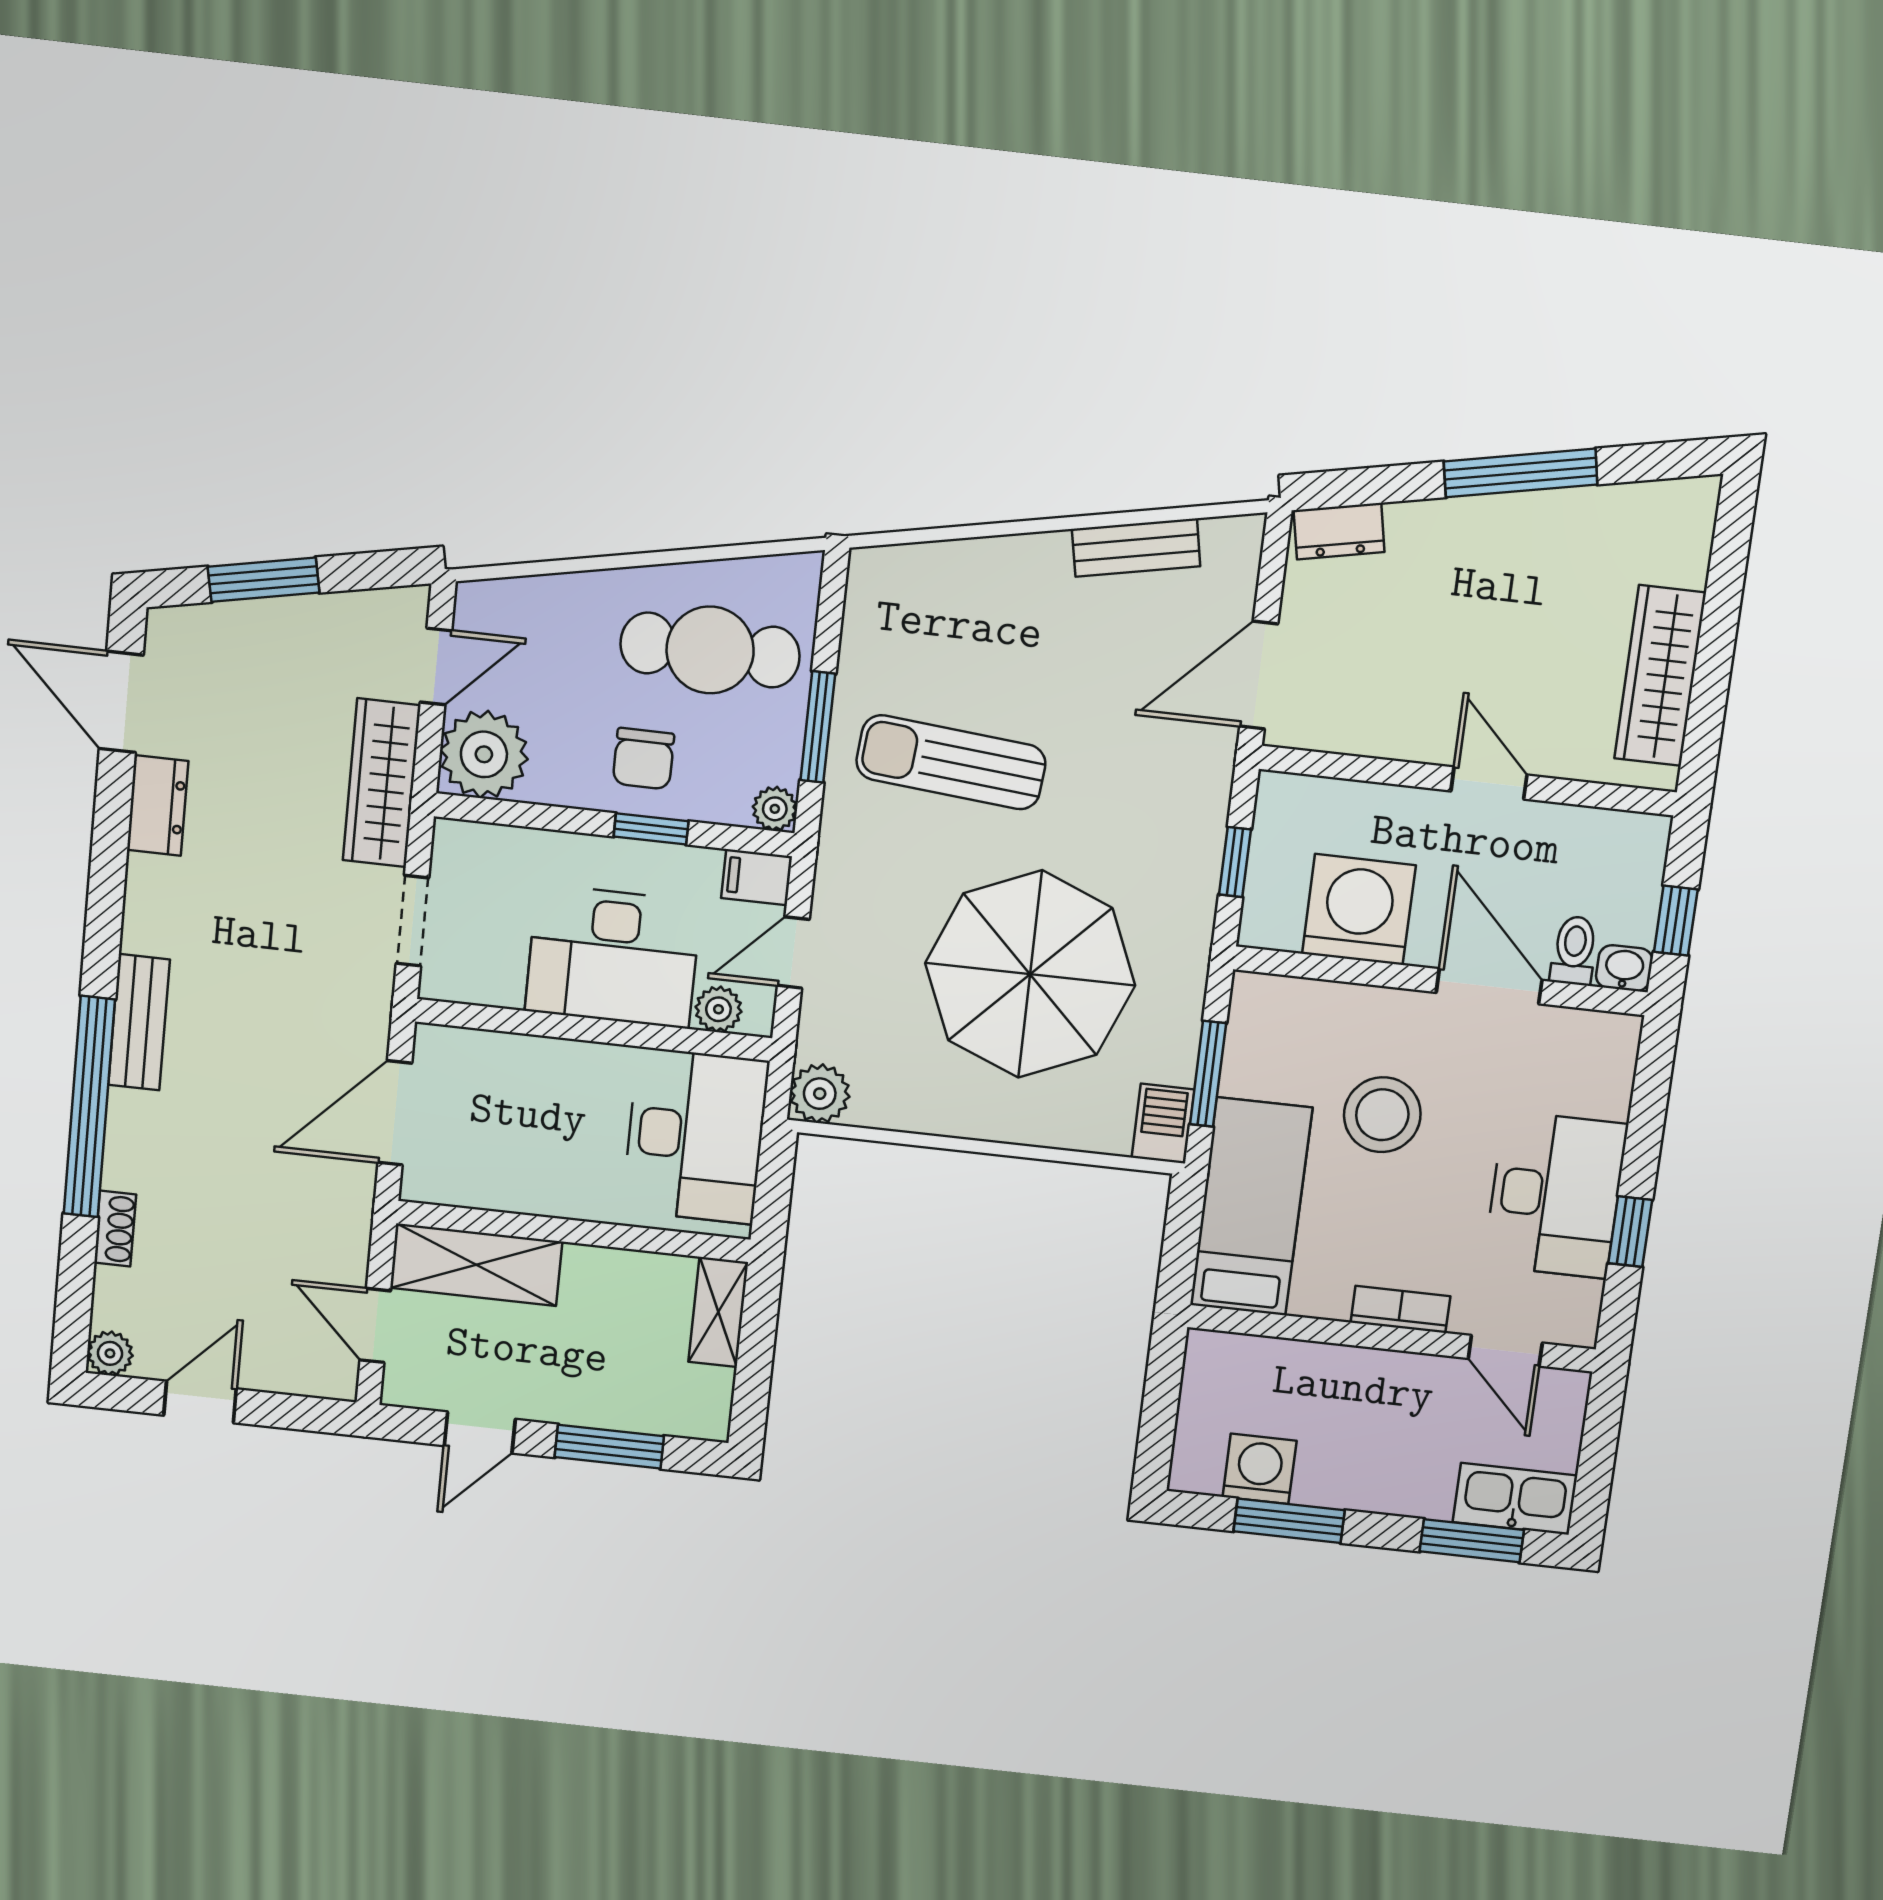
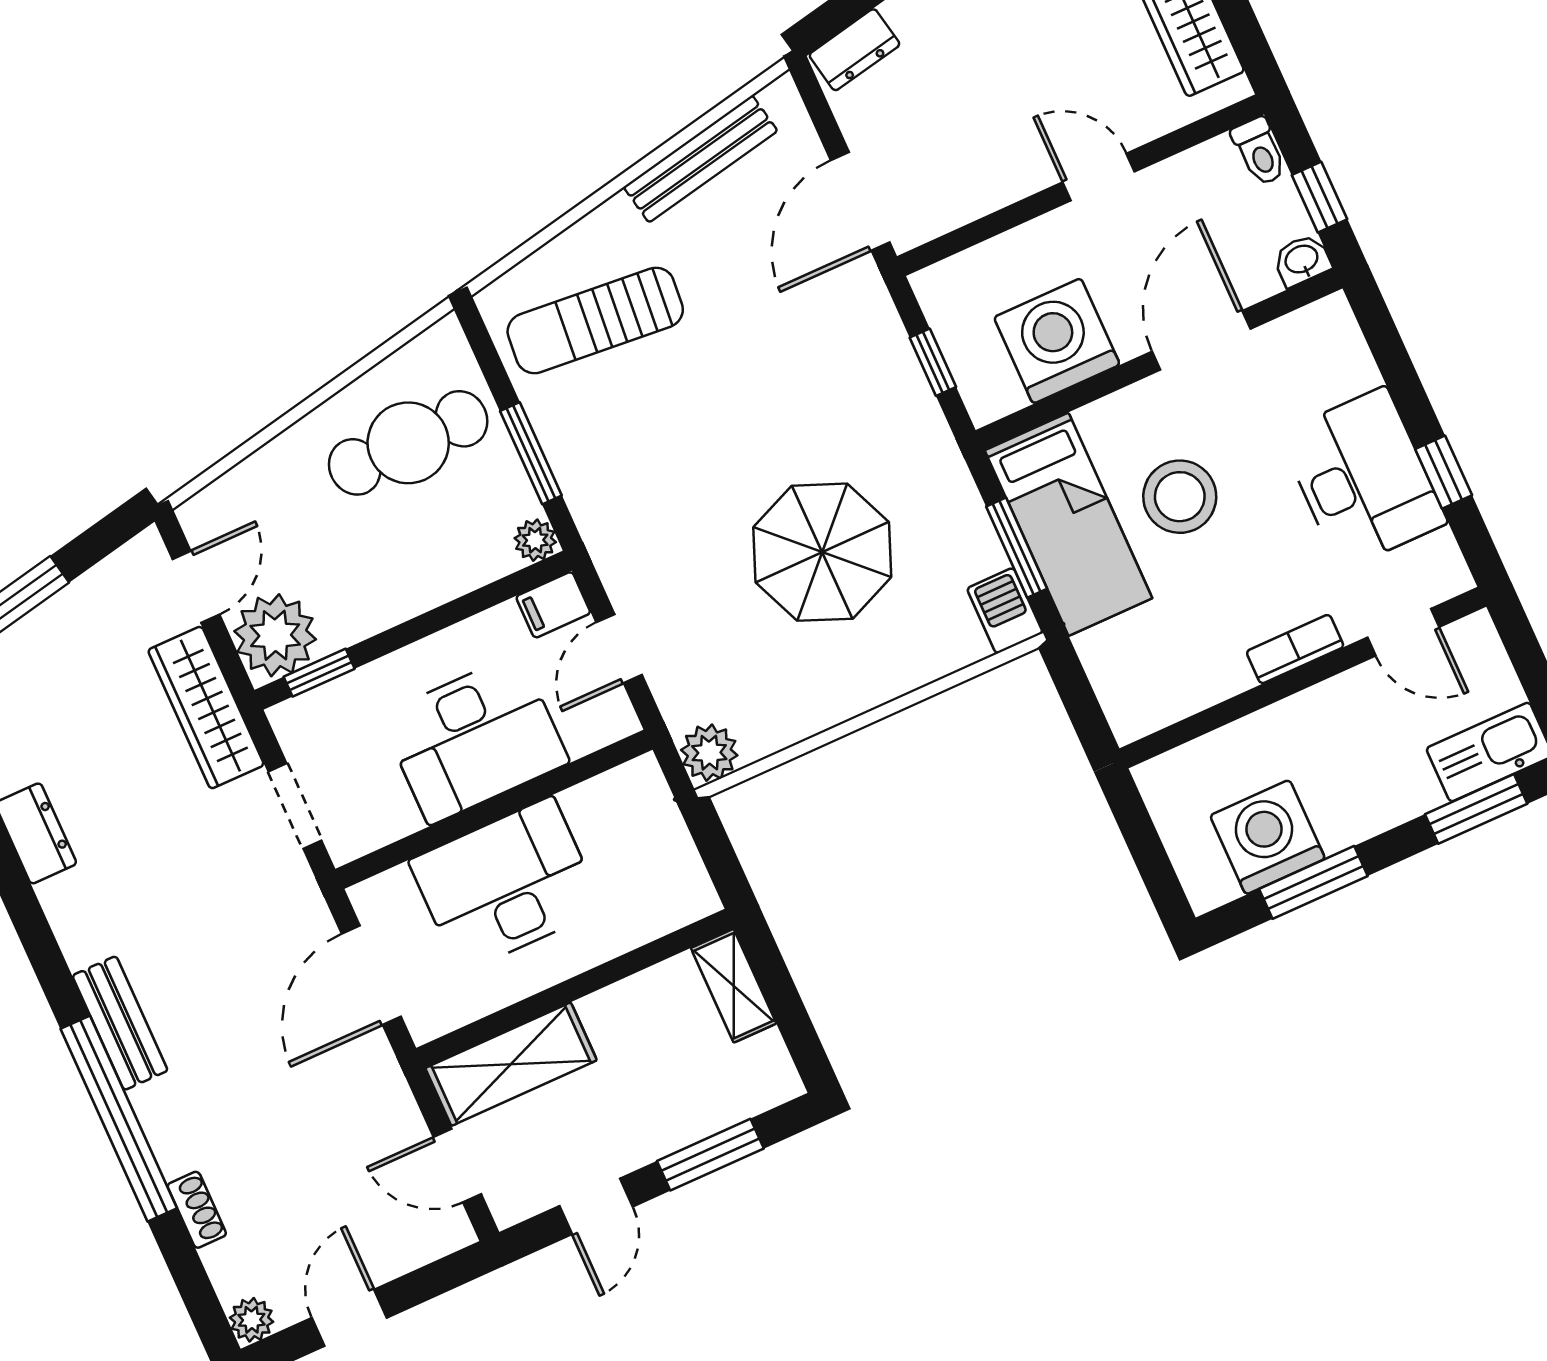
bench: (1136, 548) -> (700, 159), width x1.36
chair: (643, 759) -> (406, 562), removed
sun lounger: (951, 762) -> (595, 320), moved
window: (651, 829) -> (319, 673), moved
toilet: (1574, 950) -> (1259, 151), moved, turned 180
parasol: (1030, 974) -> (822, 552), width x0.73, depth x0.73
door: (1489, 986) -> (1201, 340), hinge flipped
plant: (718, 1009) -> (586, 732), removed
desk: (695, 1136) -> (506, 885), moved, turned -90
bed: (1251, 1207) -> (1068, 524), moved, turned 180
washing machine: (1260, 1469) -> (1268, 837), width x1.37, depth x1.37

